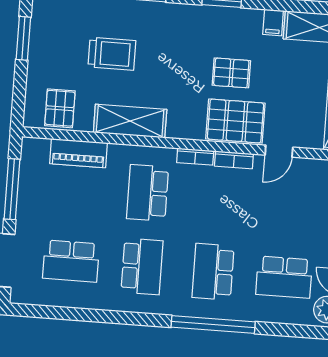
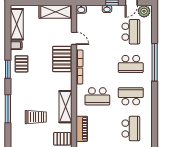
trolley: (112, 54) -> (36, 117), turned 90
pallet: (231, 73) -> (22, 64), moved

